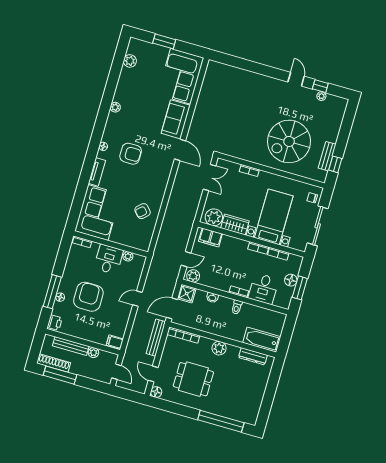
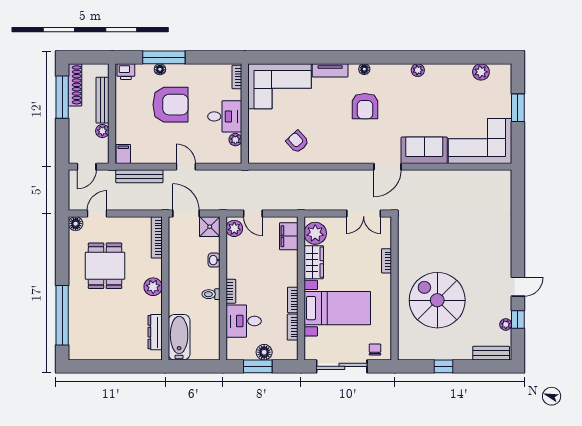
bench: (327, 156) -> (491, 353), moved
window: (335, 164) -> (444, 366), moved
bench: (156, 338) -> (139, 176), moved

